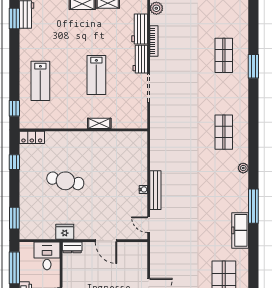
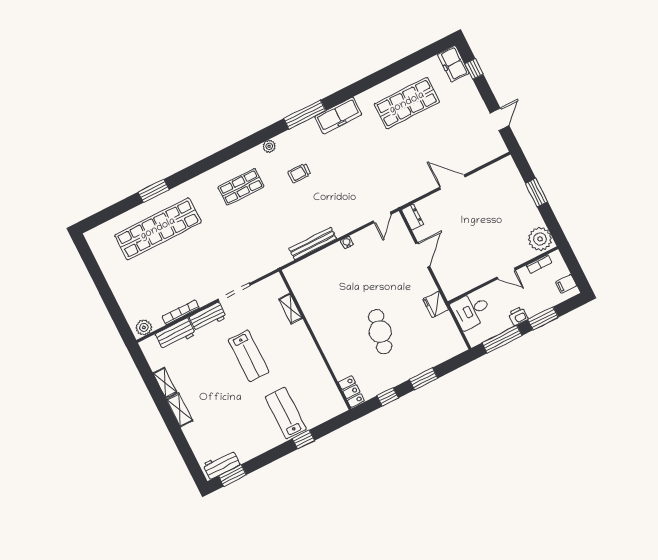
shop shelf: (224, 55) -> (158, 229), width x2.00, depth x1.36
lab bench: (96, 75) -> (249, 356), turned 90
lab bench: (40, 81) -> (286, 413), turned -90
window: (14, 108) -> (303, 439), moved
shelving: (99, 123) -> (291, 309), moved
trolley: (212, 180) -> (299, 173), added
bench: (155, 190) -> (313, 244), moved
window: (14, 218) -> (424, 379), moved
dresser: (72, 247) -> (413, 217), moved

